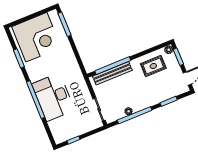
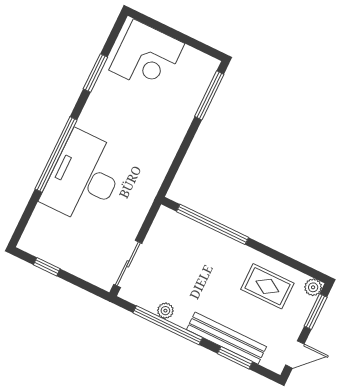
corner desk: (36, 37) -> (147, 57), width x0.74, depth x0.74
bench: (112, 73) -> (226, 338), moved

